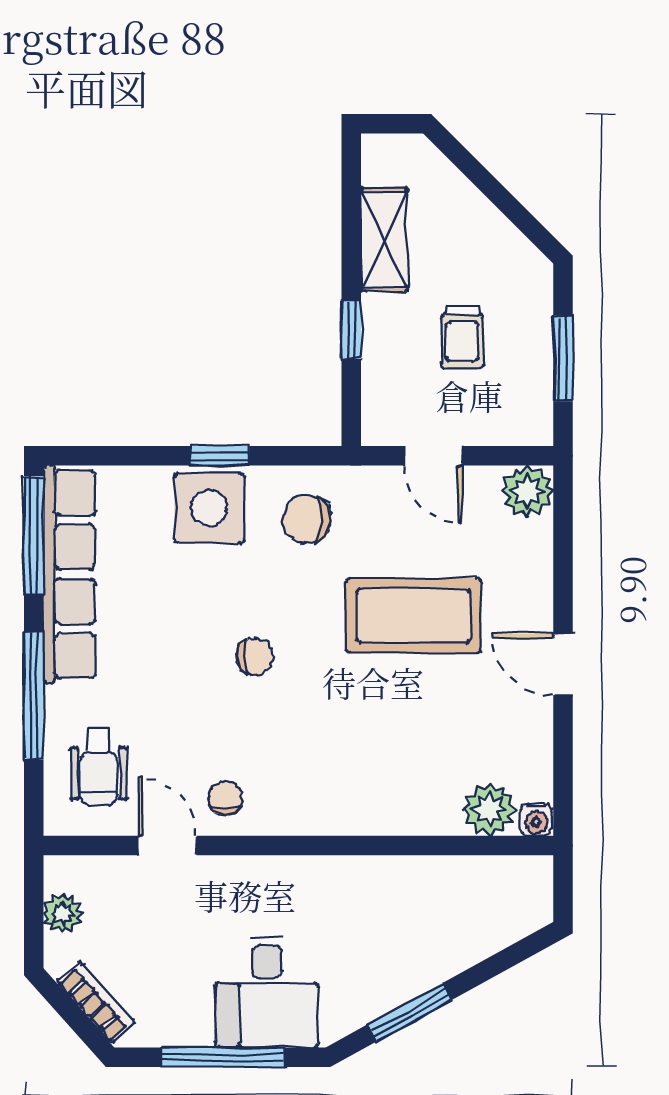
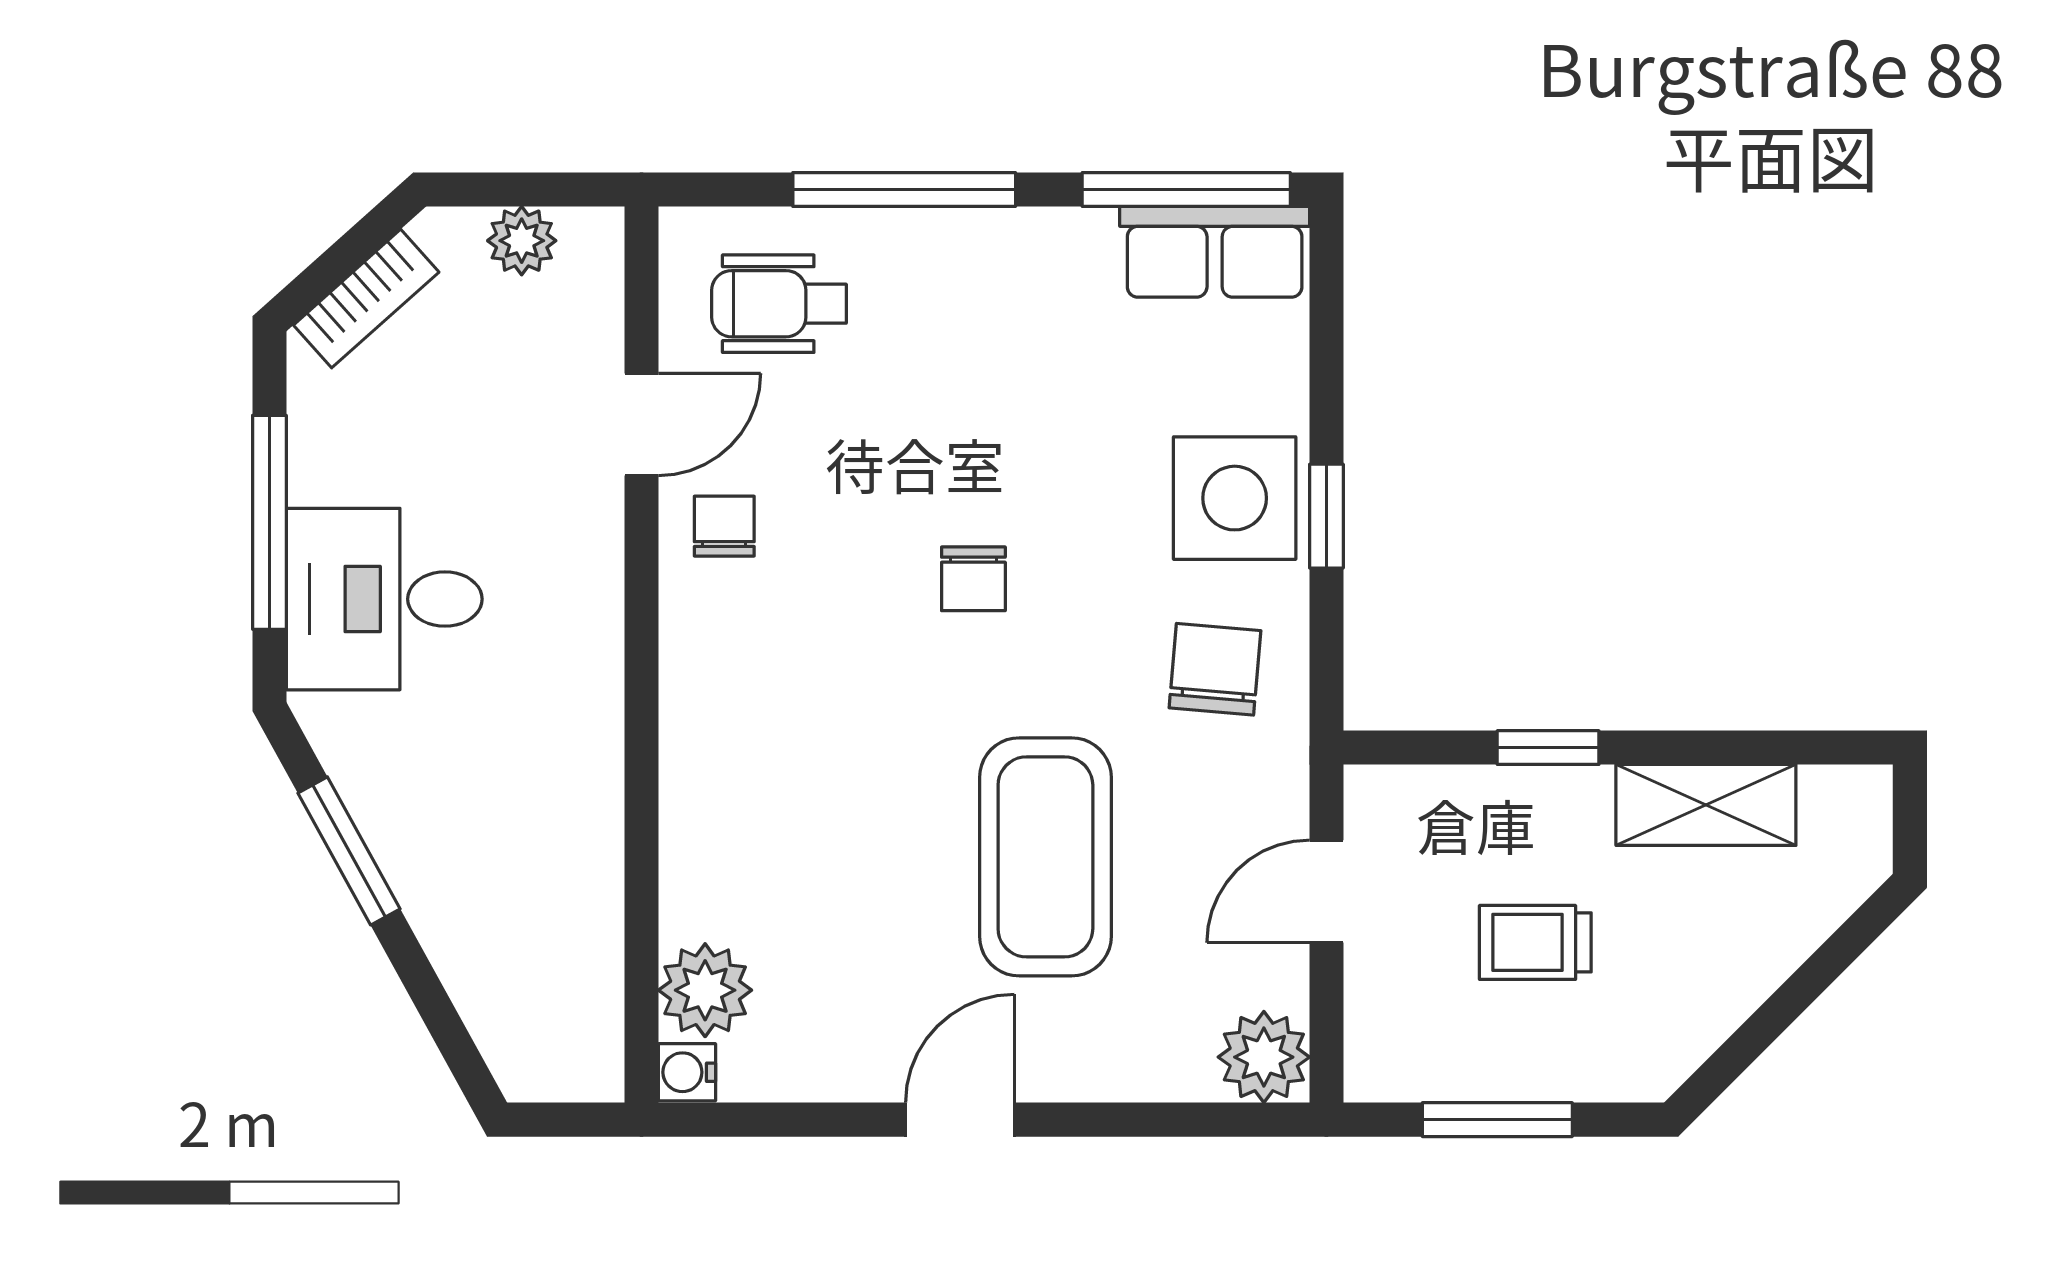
row of seats: (69, 574) -> (1215, 252), width x0.50
chair: (225, 798) -> (724, 526), turned -90

